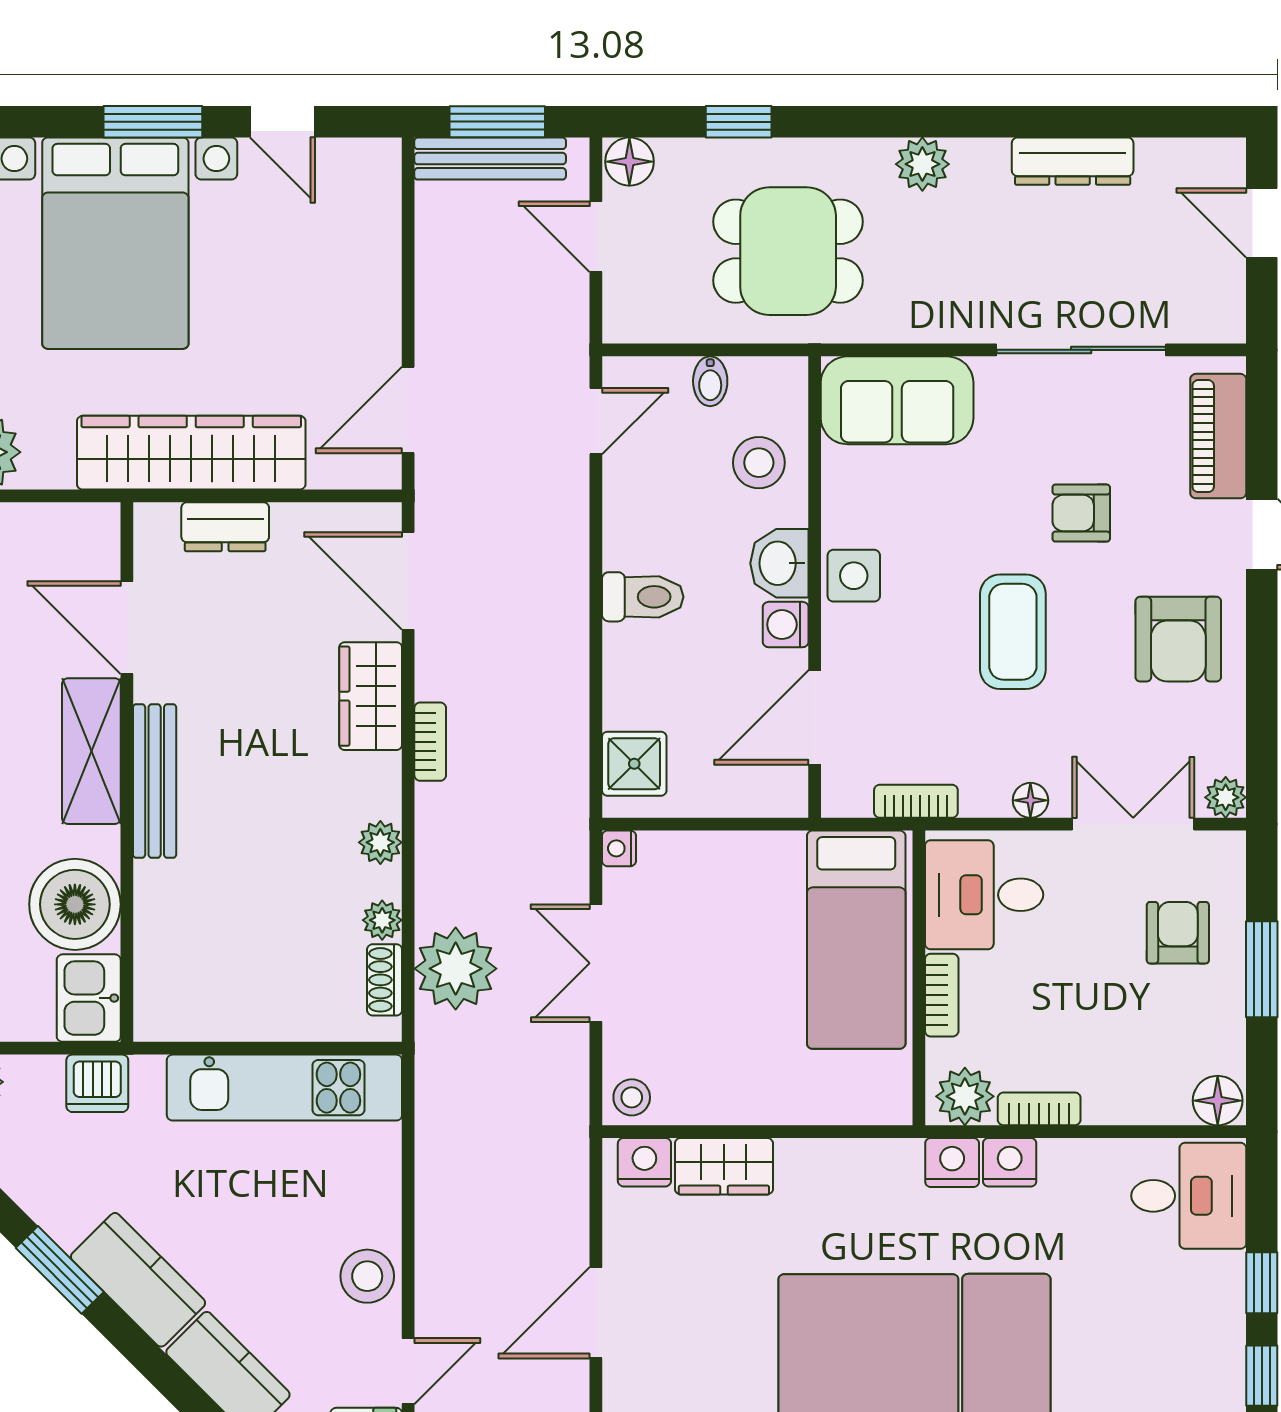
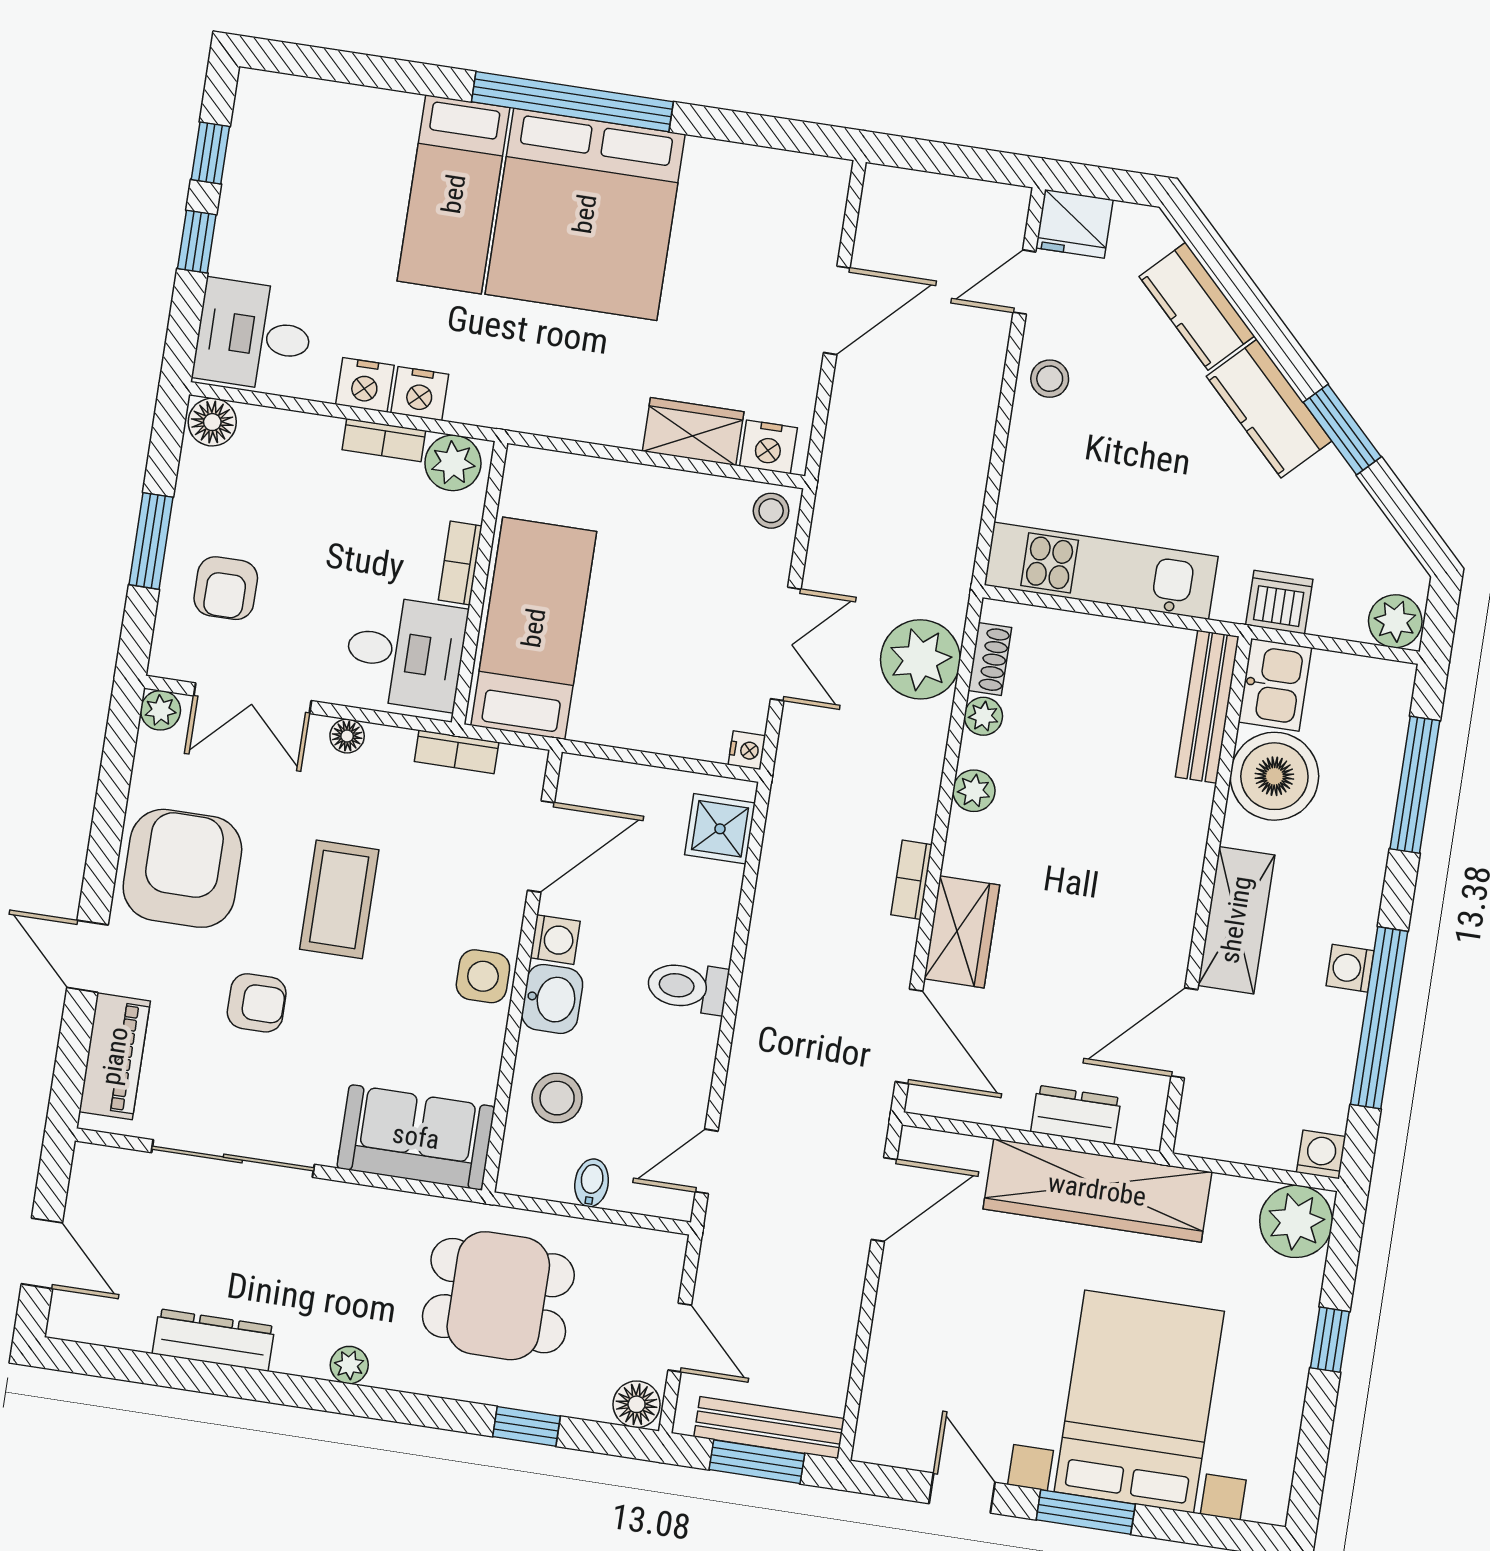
plant: (922, 164) -> (349, 1365), width x0.73, depth x0.73
door: (127, 628) -> (1184, 1033), swing flipped
armchair: (1178, 639) -> (182, 868), width x1.36, depth x1.36
bench: (155, 781) -> (1207, 707), moved
nightstand: (952, 1163) -> (365, 385), moved
stool: (367, 1276) -> (1050, 379), width x0.73, depth x0.73

